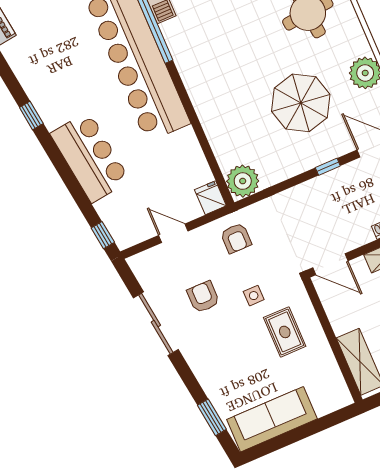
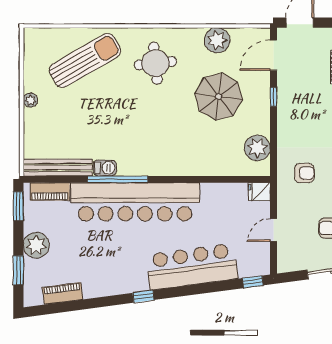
bar counter: (90, 157) -> (192, 267), width x1.36
plant: (243, 181) -> (257, 148), moved
armchair: (236, 238) -> (304, 173), moved

